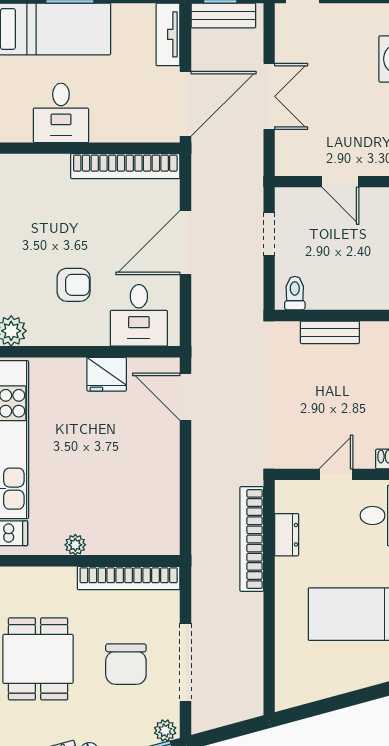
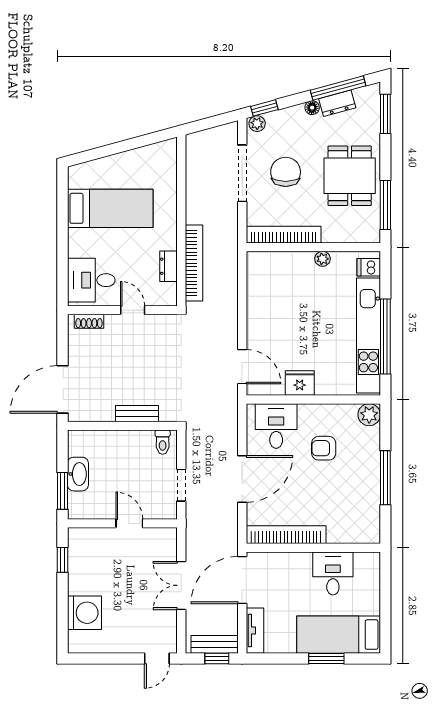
door: (336, 474) -> (133, 310), swing flipped

